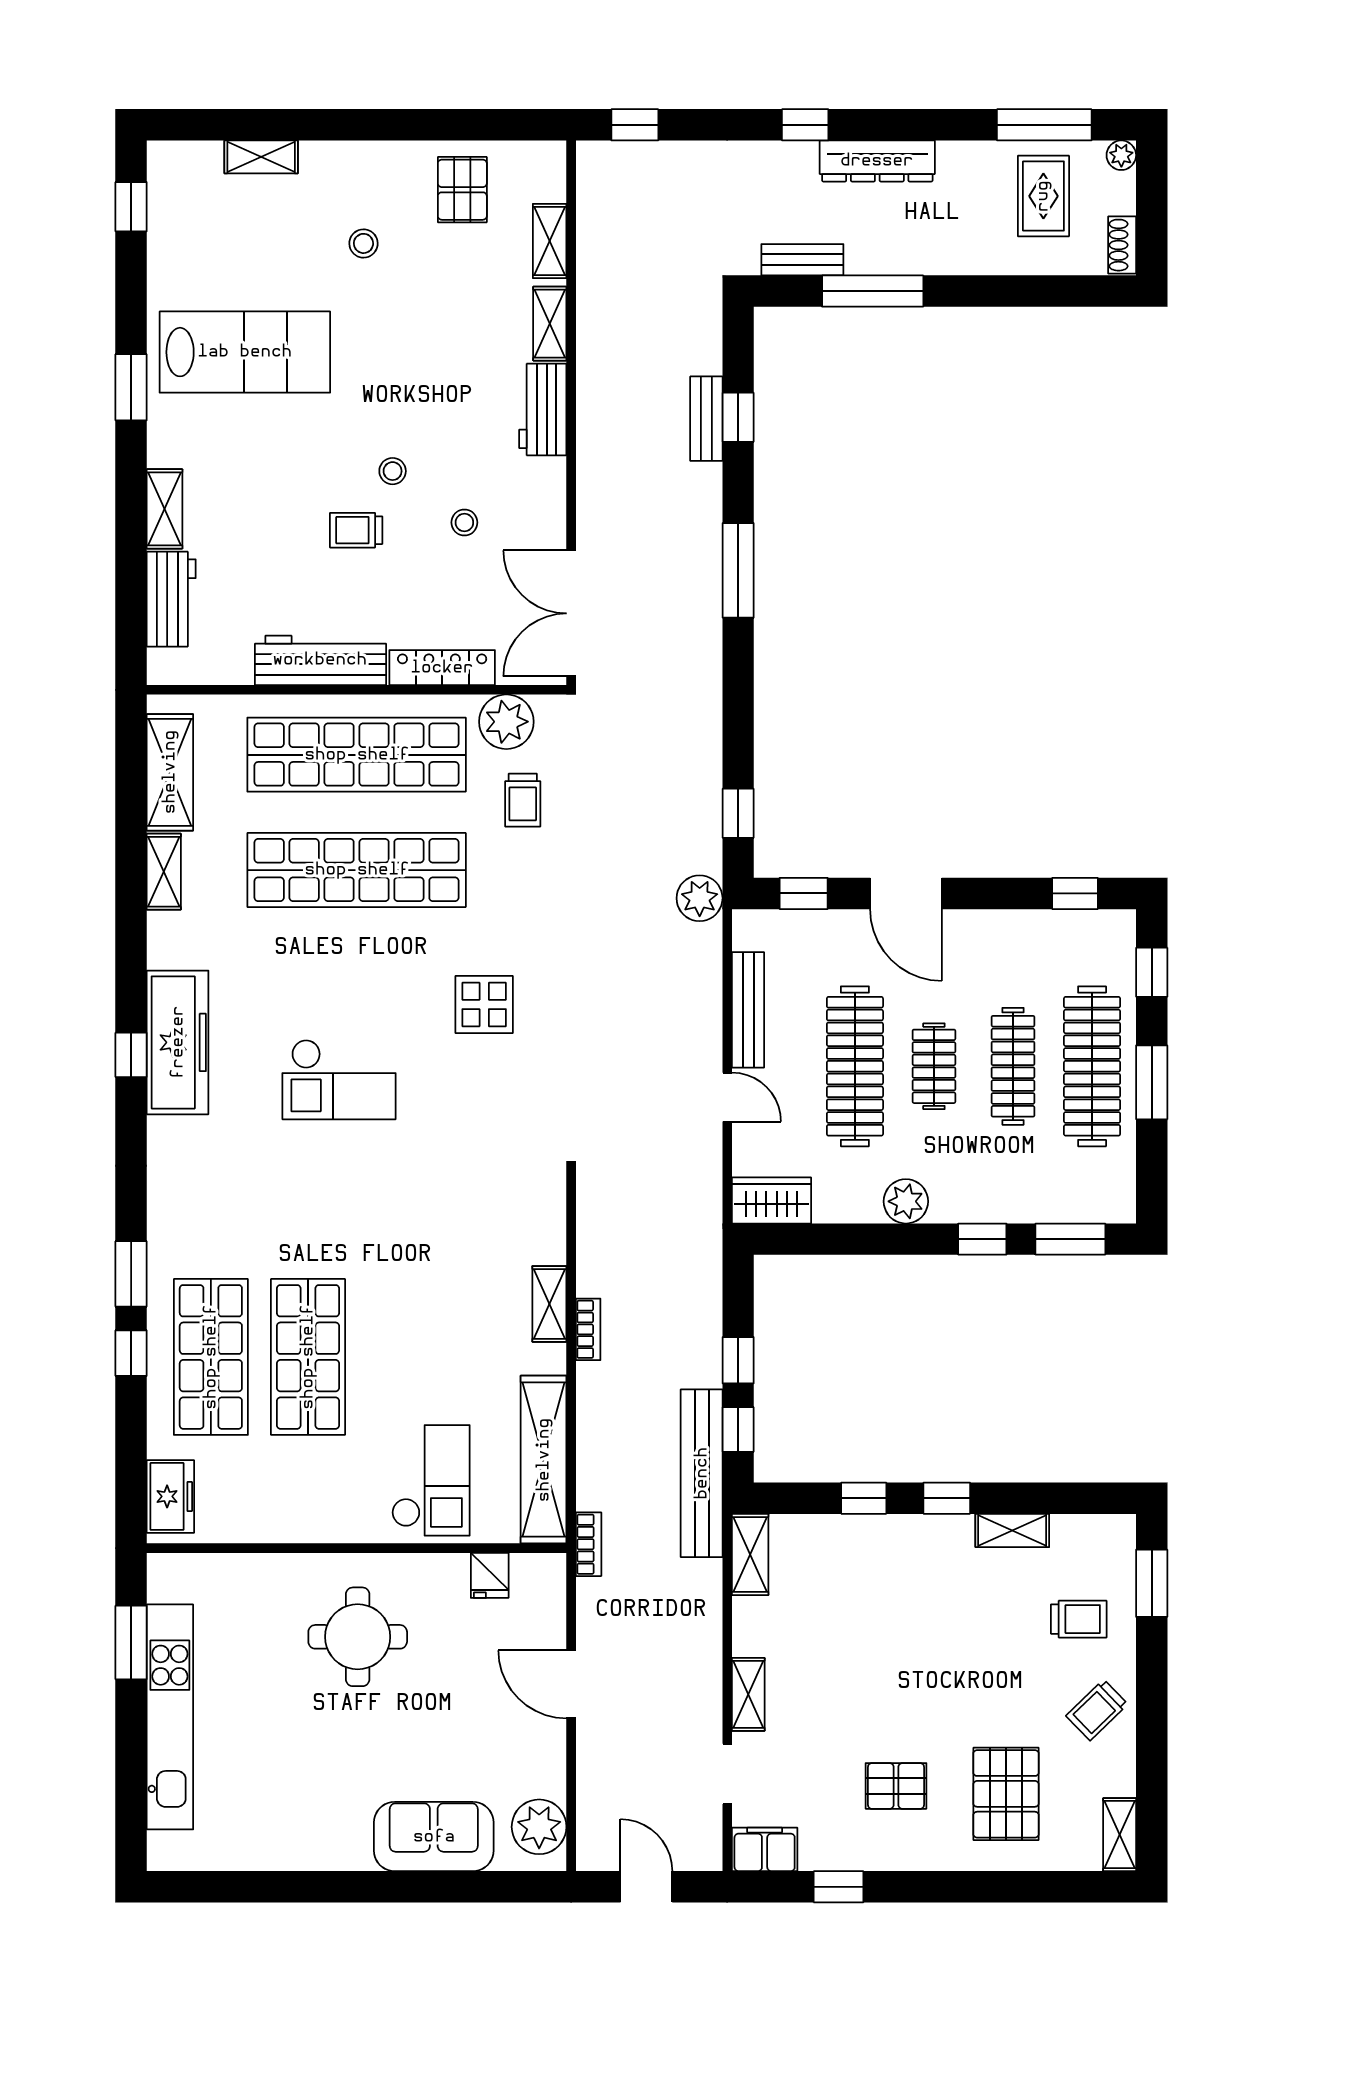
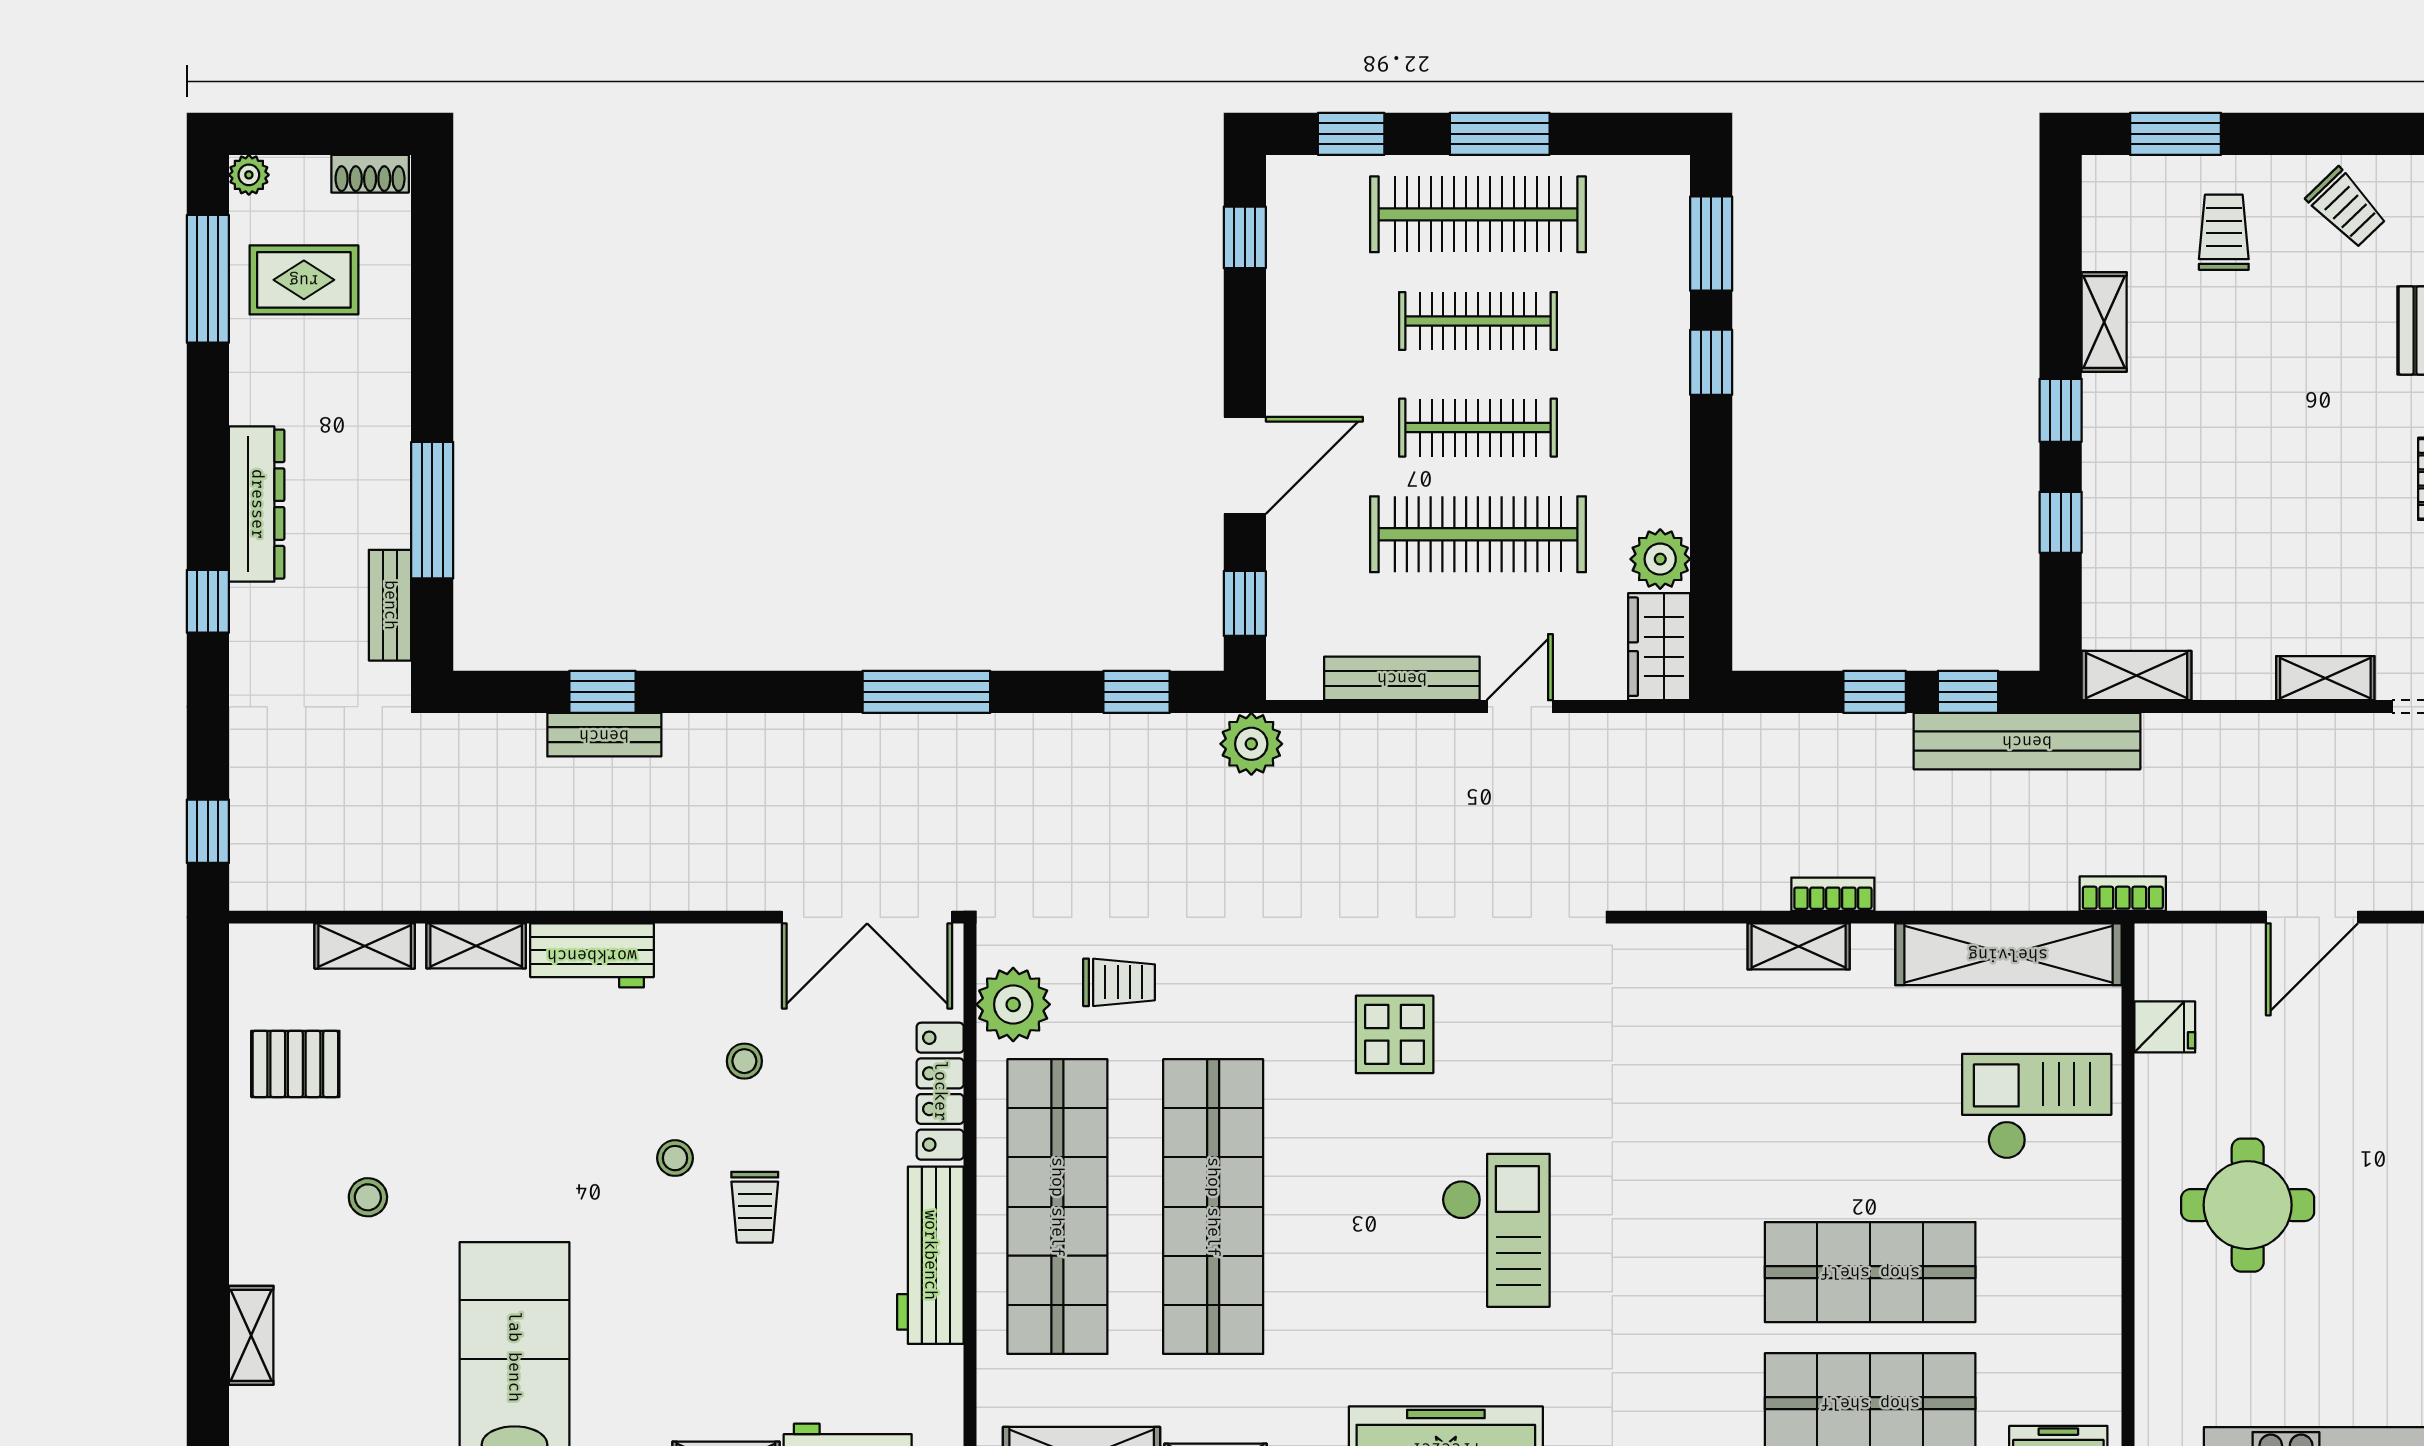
window: (738, 570) -> (926, 692), moved
clothes rail: (934, 1066) -> (1478, 428), width x1.36
plant: (906, 1201) -> (1660, 559), moved

